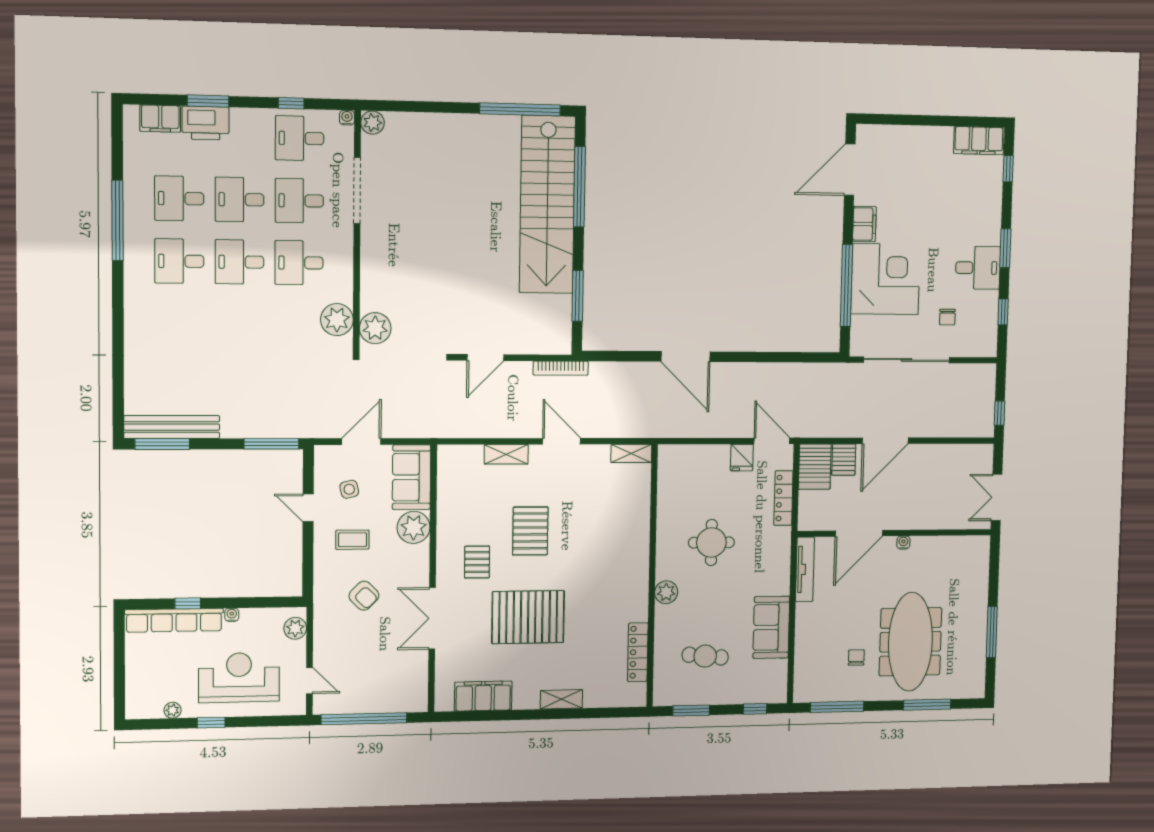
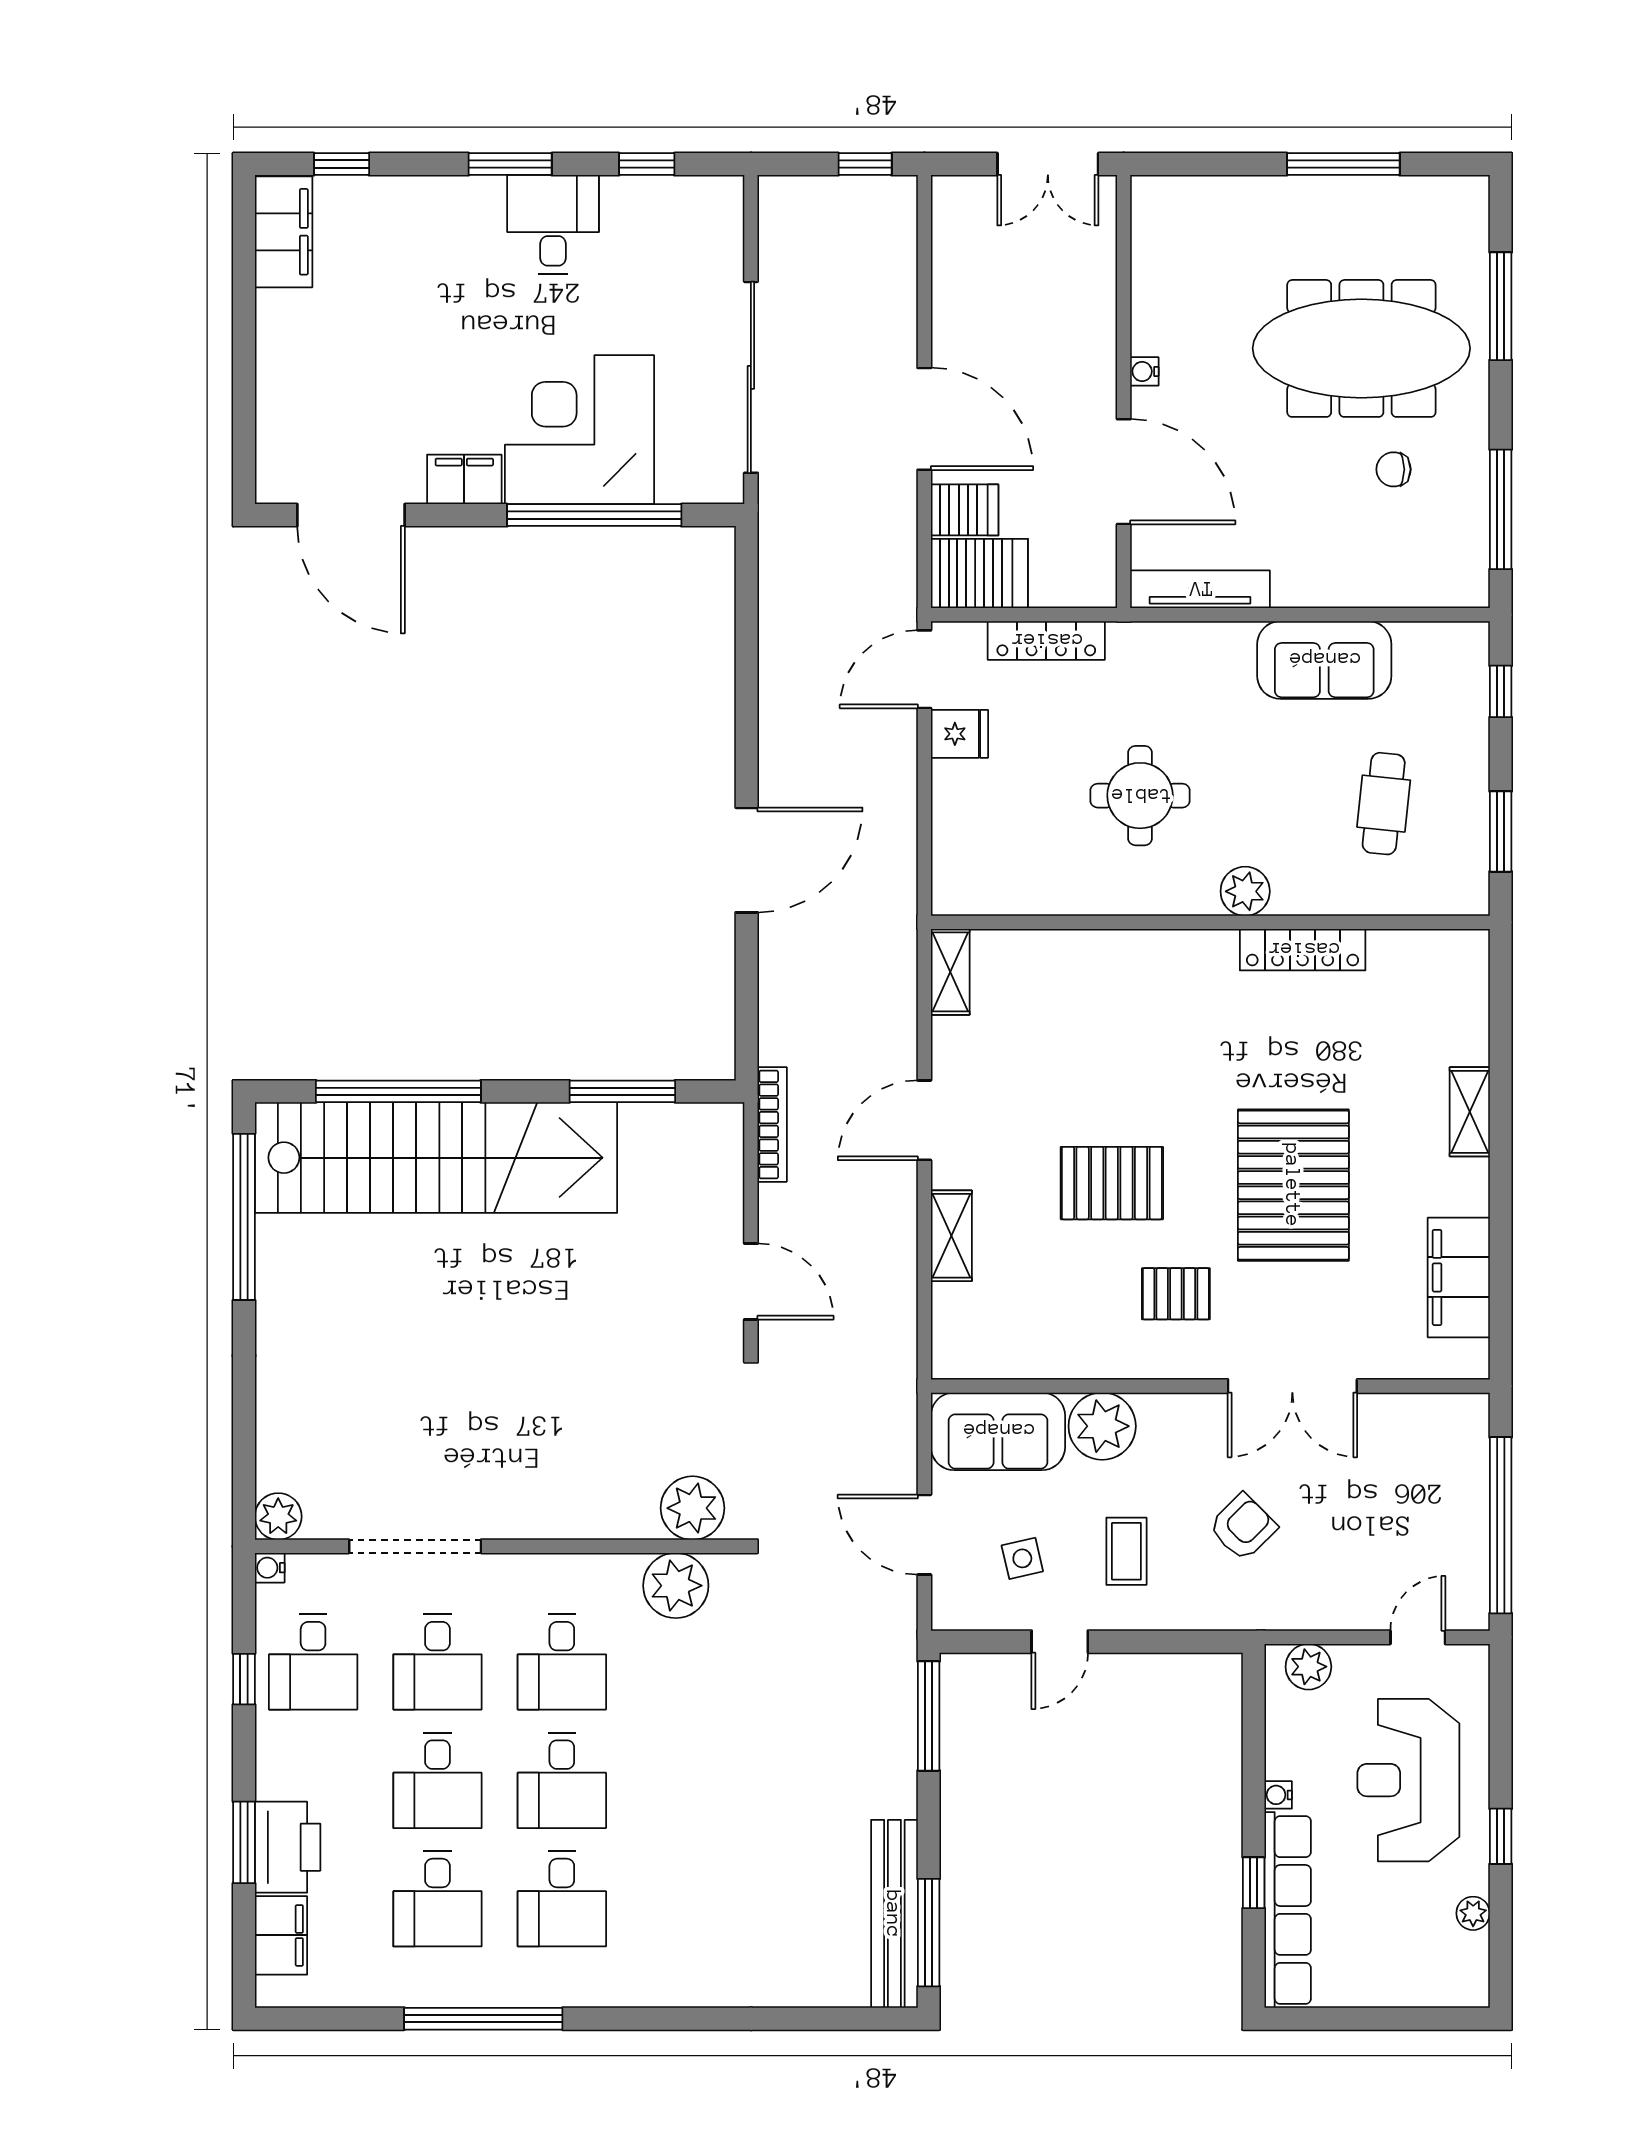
chair: (947, 317) -> (659, 289), removed
locker: (638, 652) -> (1303, 950), moved

